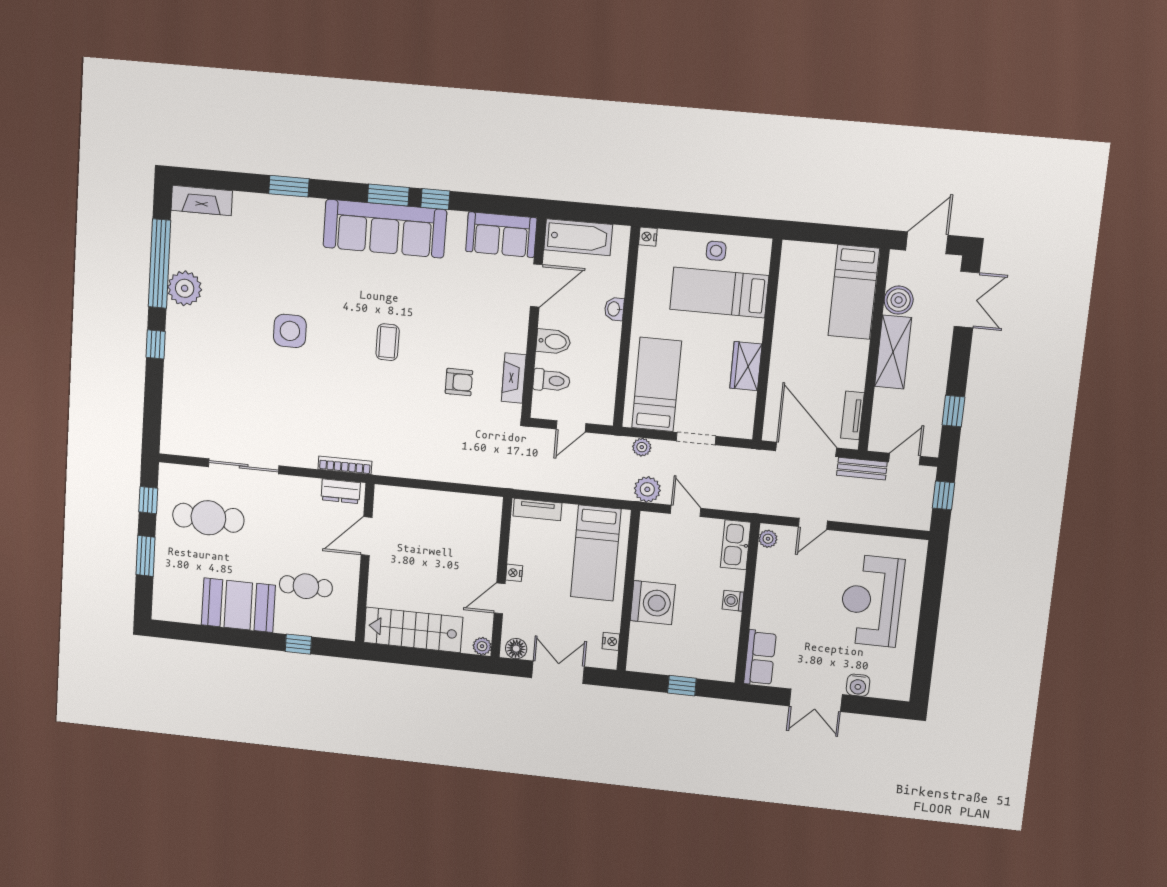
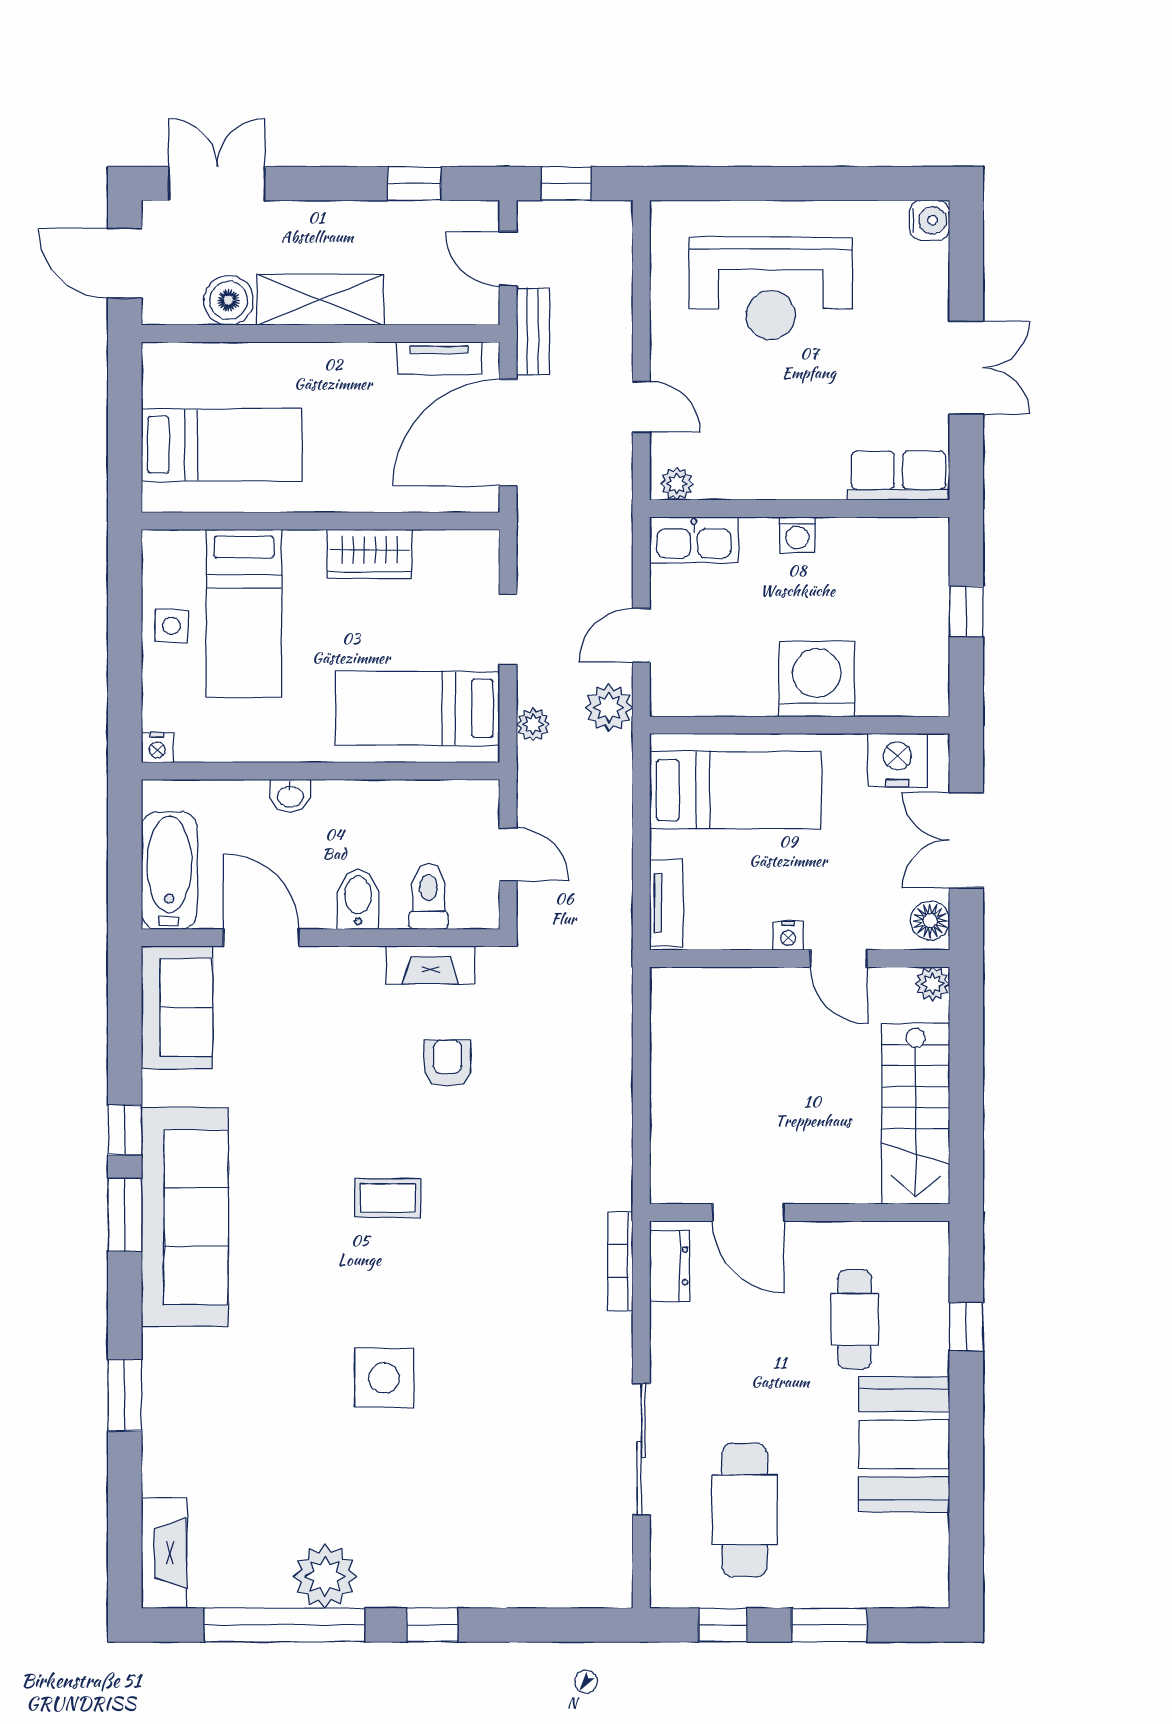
bed: (854, 292) -> (222, 445), moved
nightstand: (611, 641) -> (897, 760), width x1.89, depth x1.79
water cooler: (858, 685) -> (929, 220), moved

